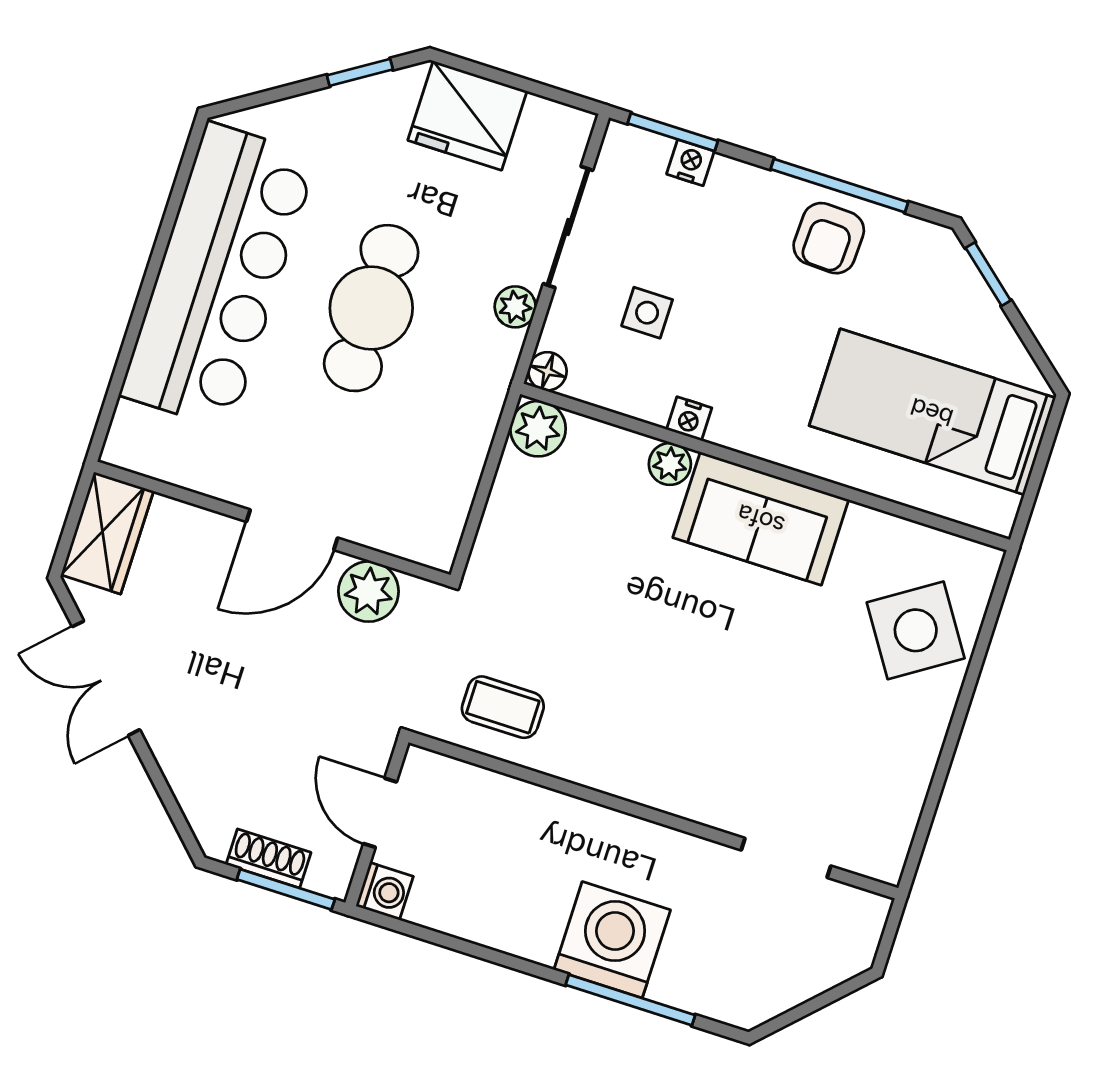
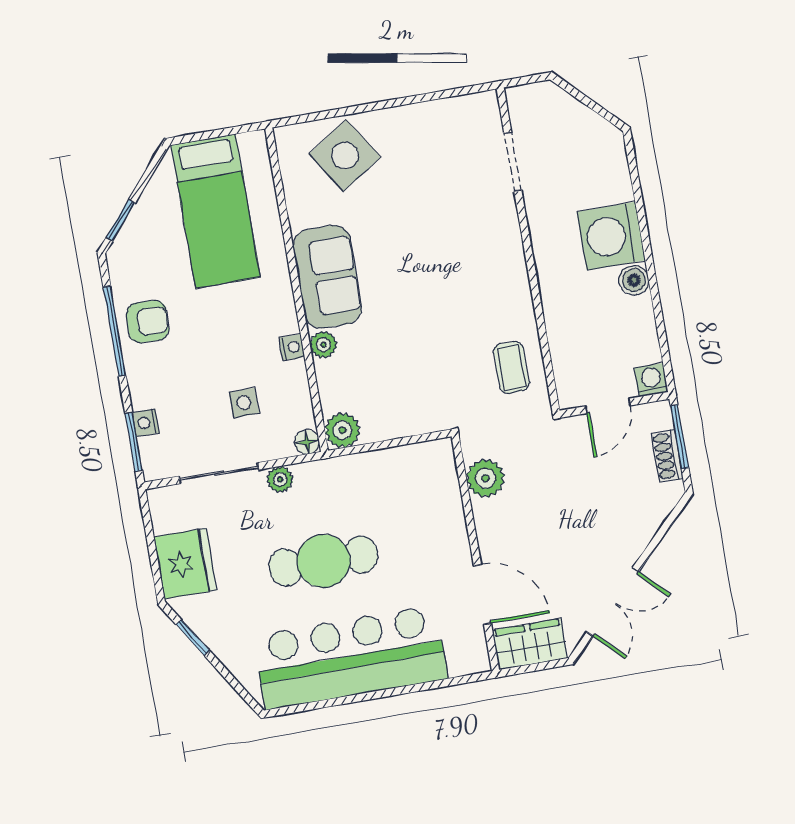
door: (292, 530) -> (483, 595), moved
boiler: (535, 939) -> (634, 280), added
window: (630, 1000) -> (640, 208), removed

